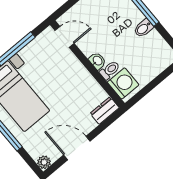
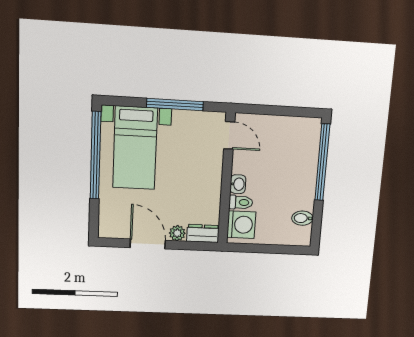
bidet: (143, 28) -> (302, 218), moved
plant: (44, 162) -> (177, 233), moved

